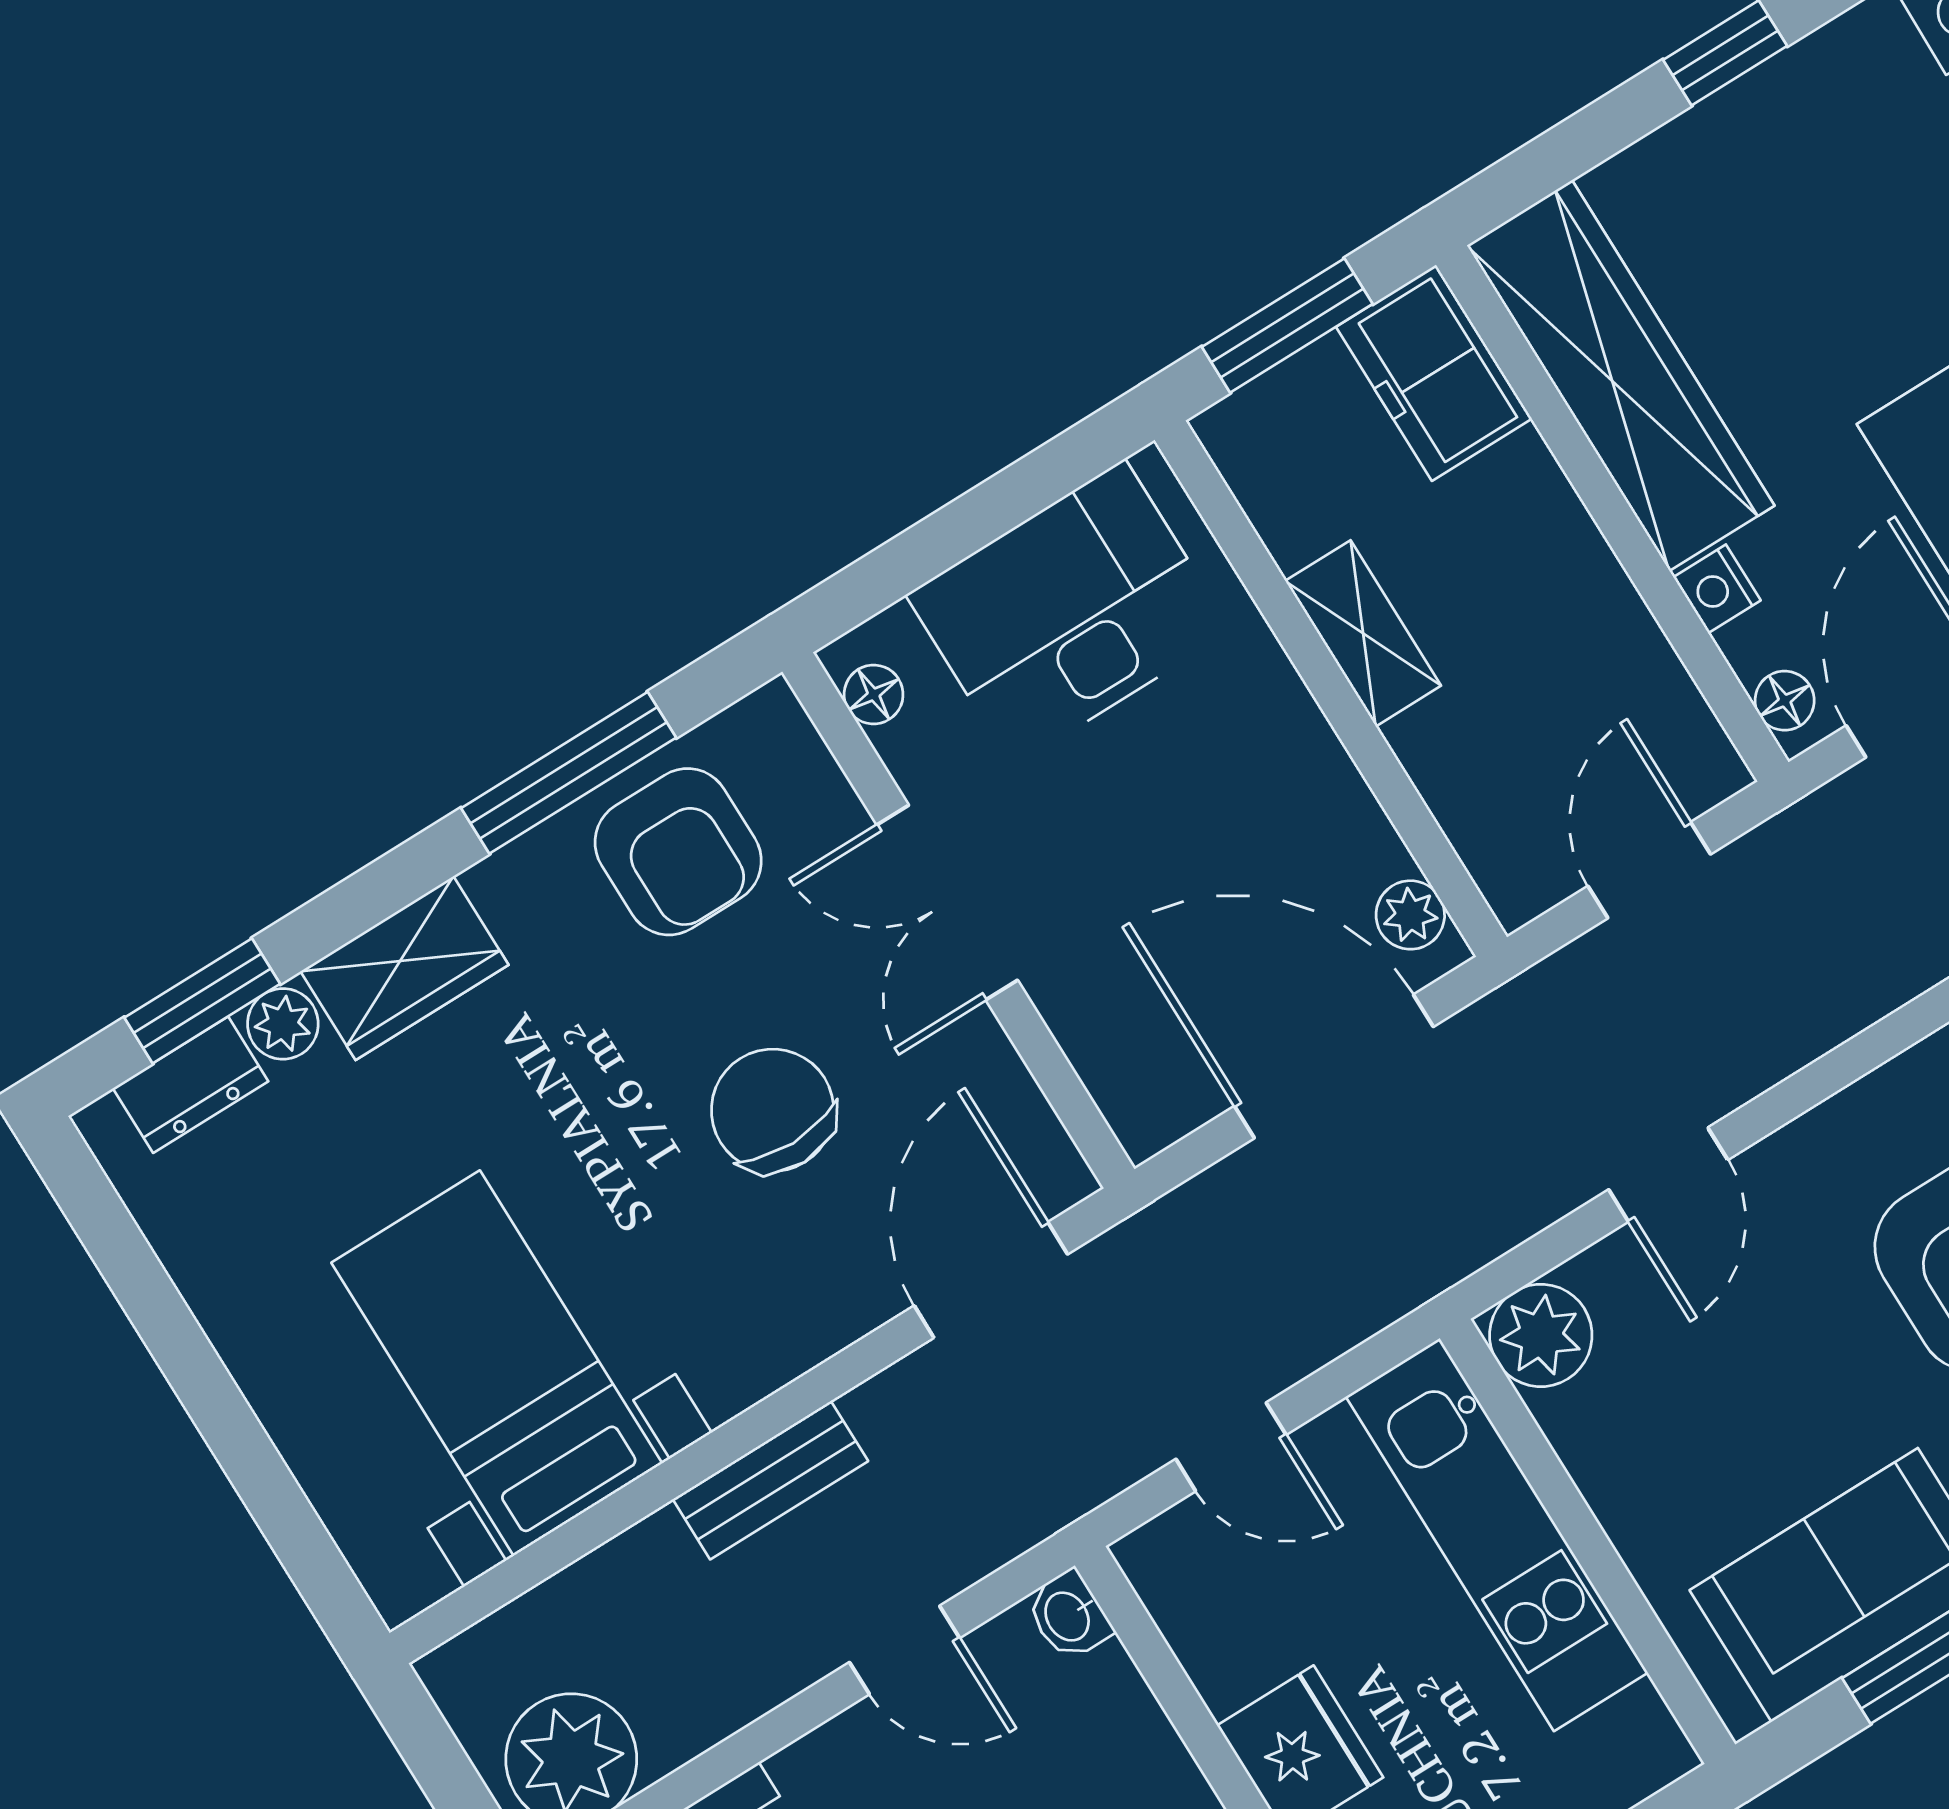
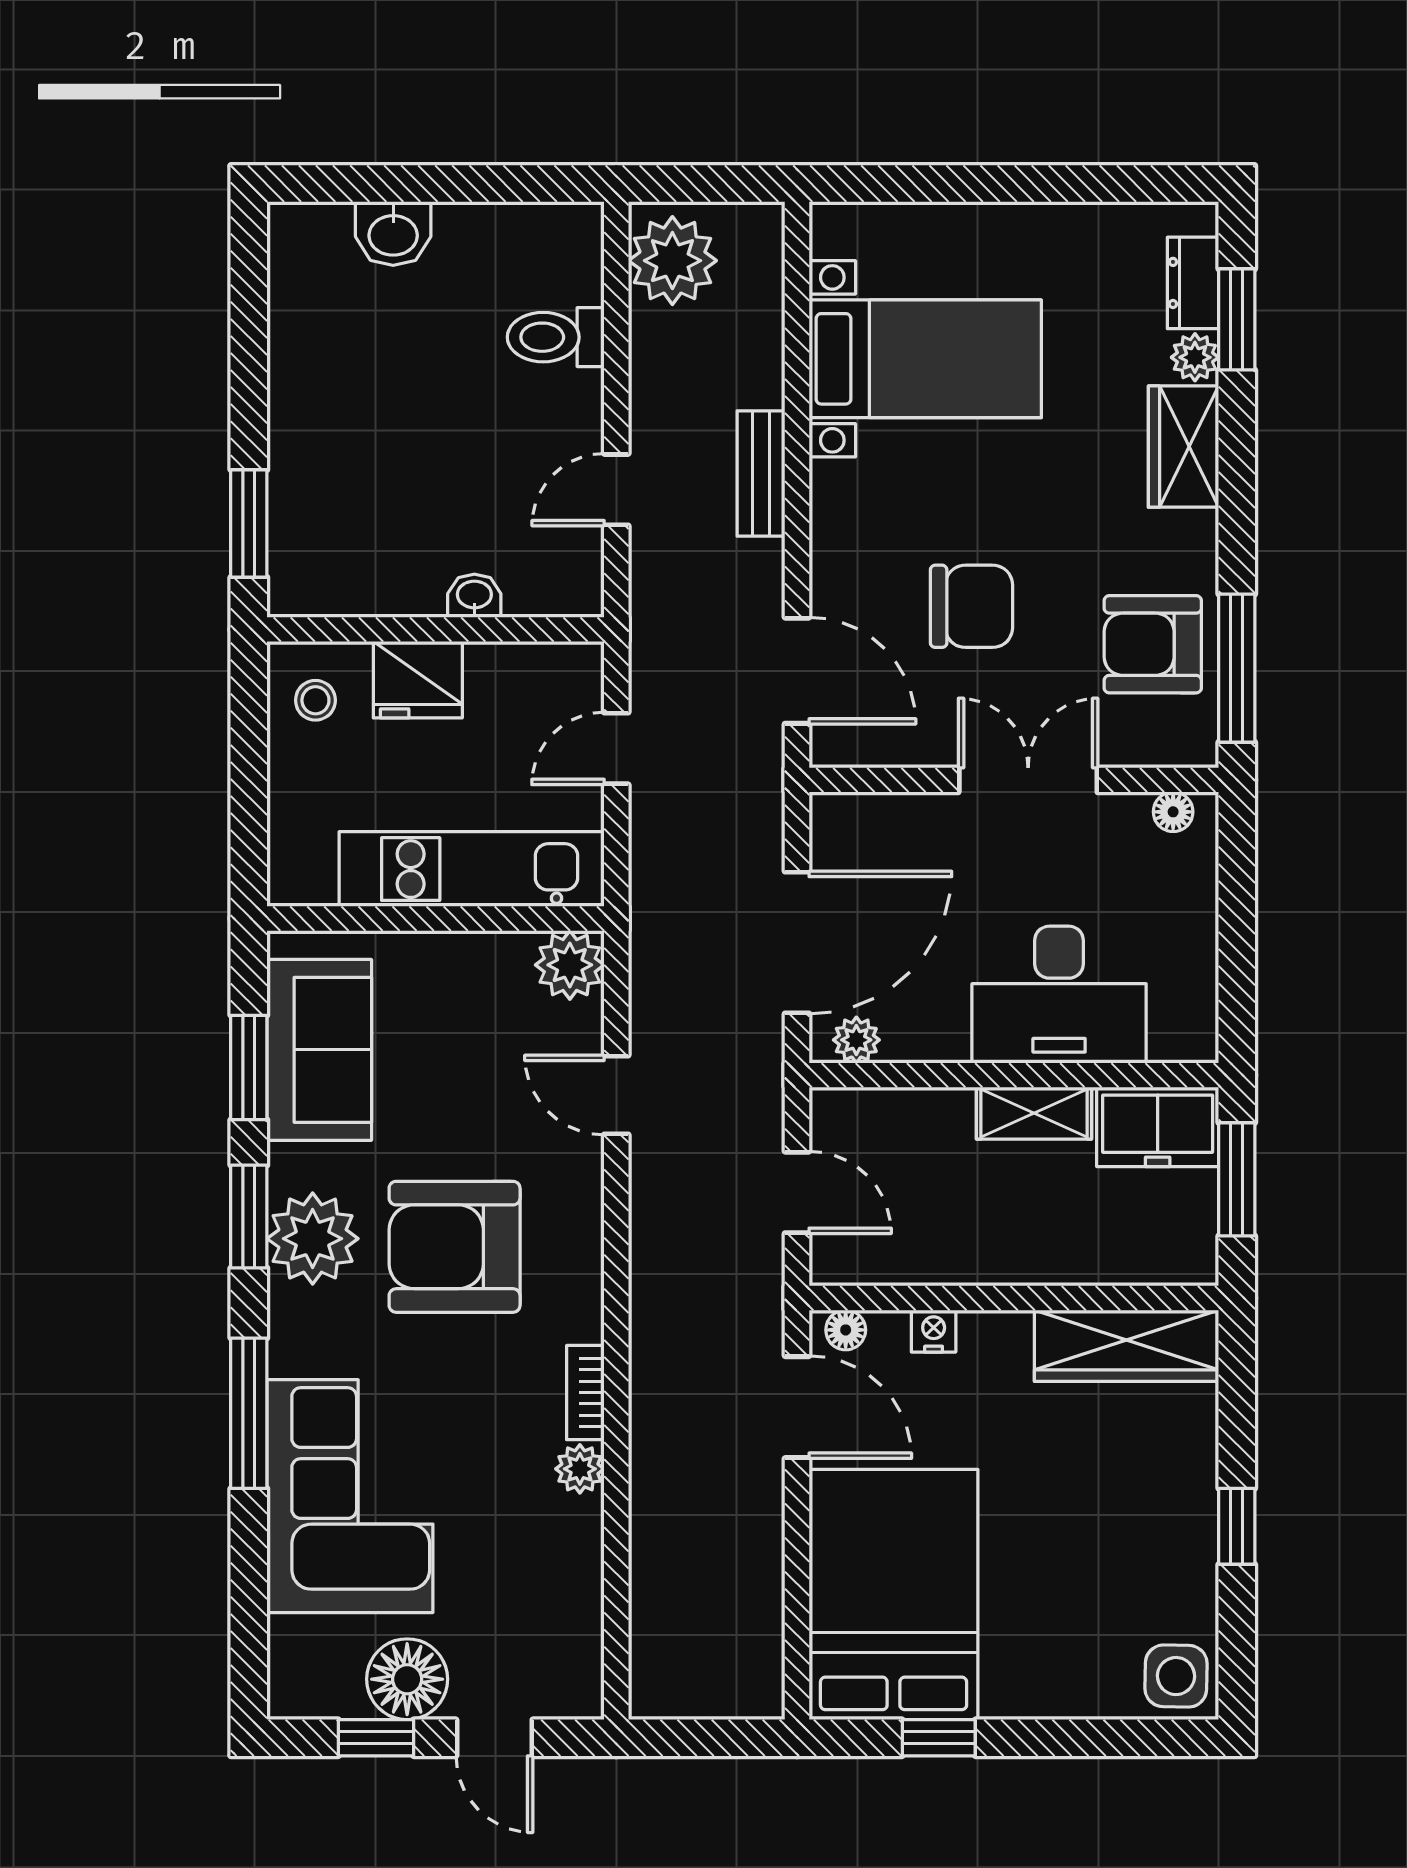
freezer: (1434, 373) -> (1158, 1127), moved, turned 180
wardrobe: (1621, 376) -> (1127, 1346), width x0.71, depth x0.85
desk: (1069, 613) -> (1059, 995), moved, turned 90
window: (569, 773) -> (1237, 668), moved
washbasin: (1069, 1616) -> (474, 596), moved

